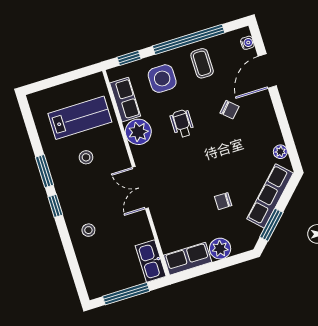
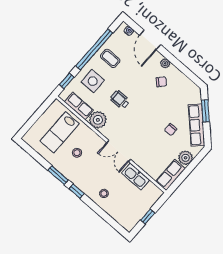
chair: (229, 110) -> (161, 82), moved
lab bench: (80, 118) -> (60, 132), turned 180
plant: (280, 152) -> (165, 63), moved
row of seats: (270, 196) -> (197, 125), moved
window: (271, 225) -> (205, 111), moved
kitchen sink: (151, 261) -> (136, 176), moved
window: (126, 294) -> (148, 217), width x0.46

